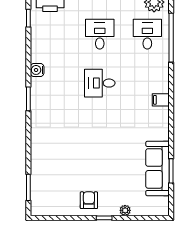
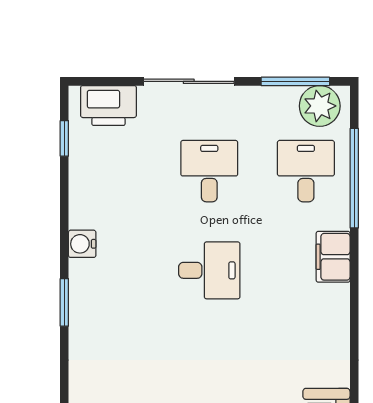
desk: (100, 83) -> (209, 270), turned 180
filing cabinet: (161, 100) -> (333, 257), moved, width x2.00

